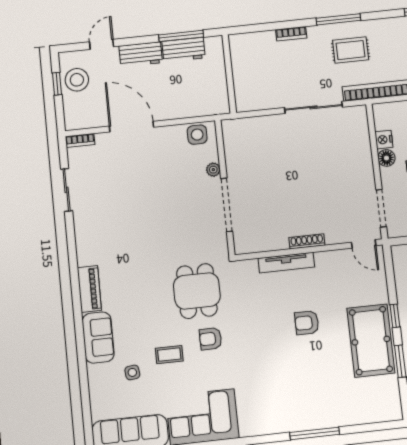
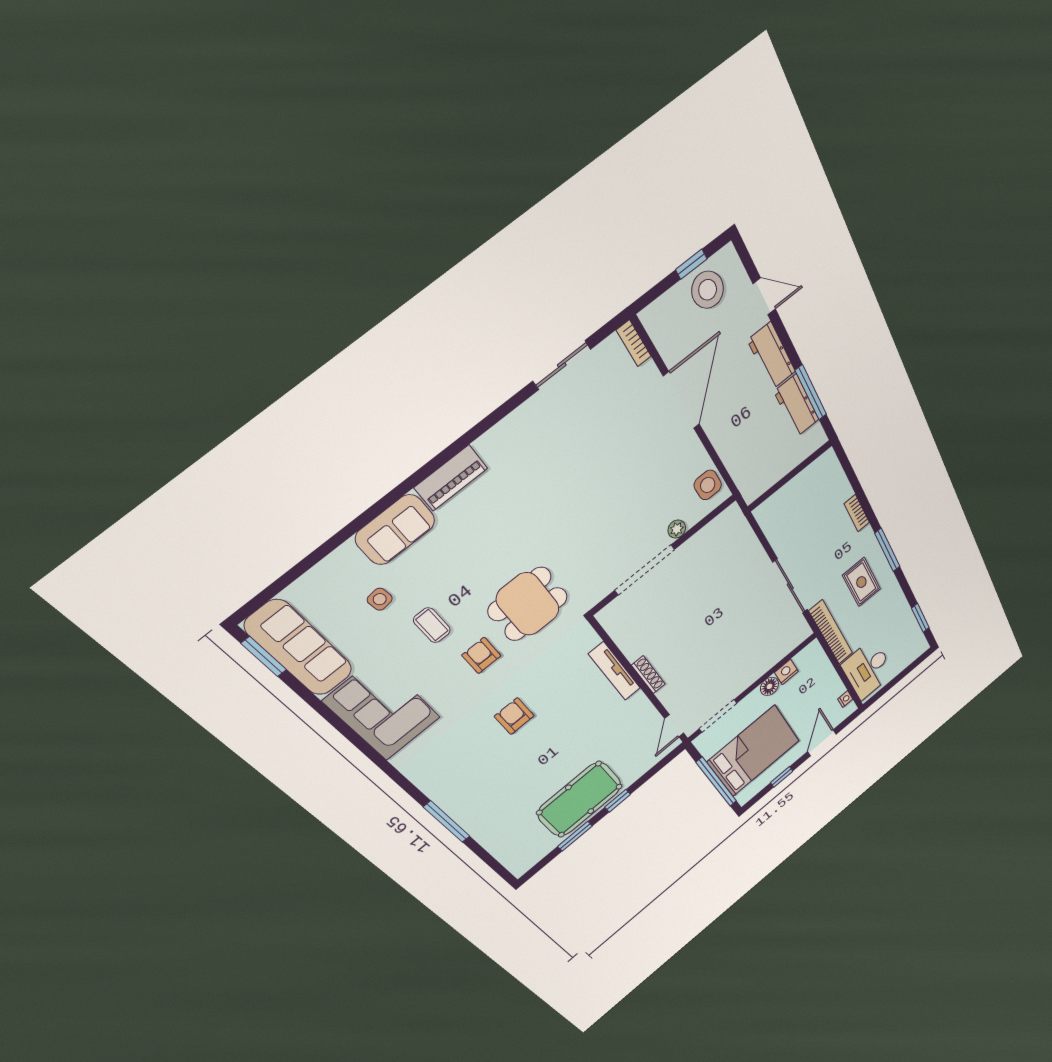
armchair: (307, 323) -> (514, 716), moved

